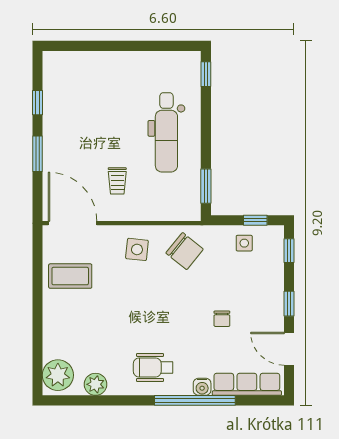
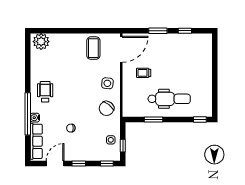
dental chair: (166, 132) -> (169, 99), turned 180
window: (206, 186) -> (153, 120), moved
plant: (96, 384) -> (36, 61), removed

